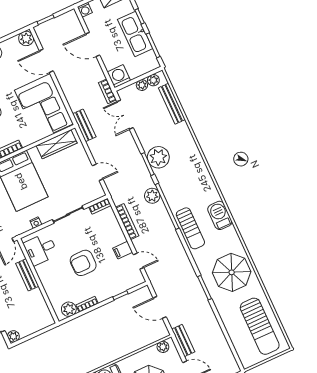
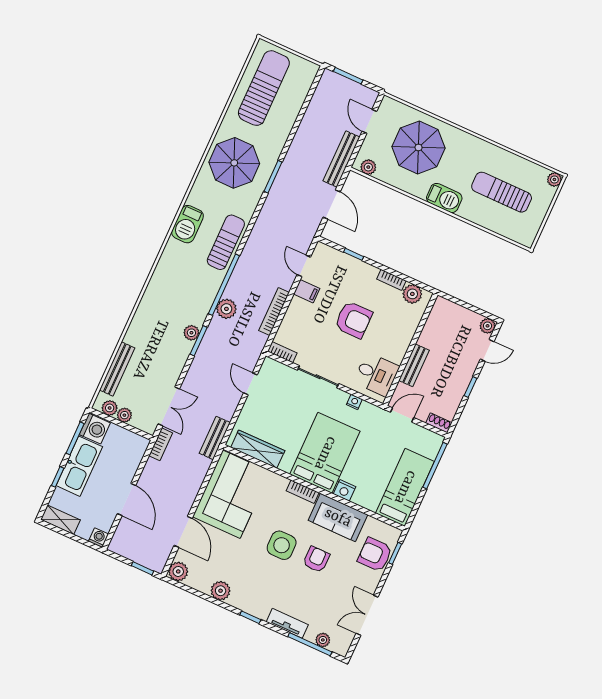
washing machine: (119, 76) -> (95, 429), moved, turned -90
plant: (158, 157) -> (191, 333), width x0.53, depth x0.53
bench: (183, 340) -> (341, 159), width x1.36

